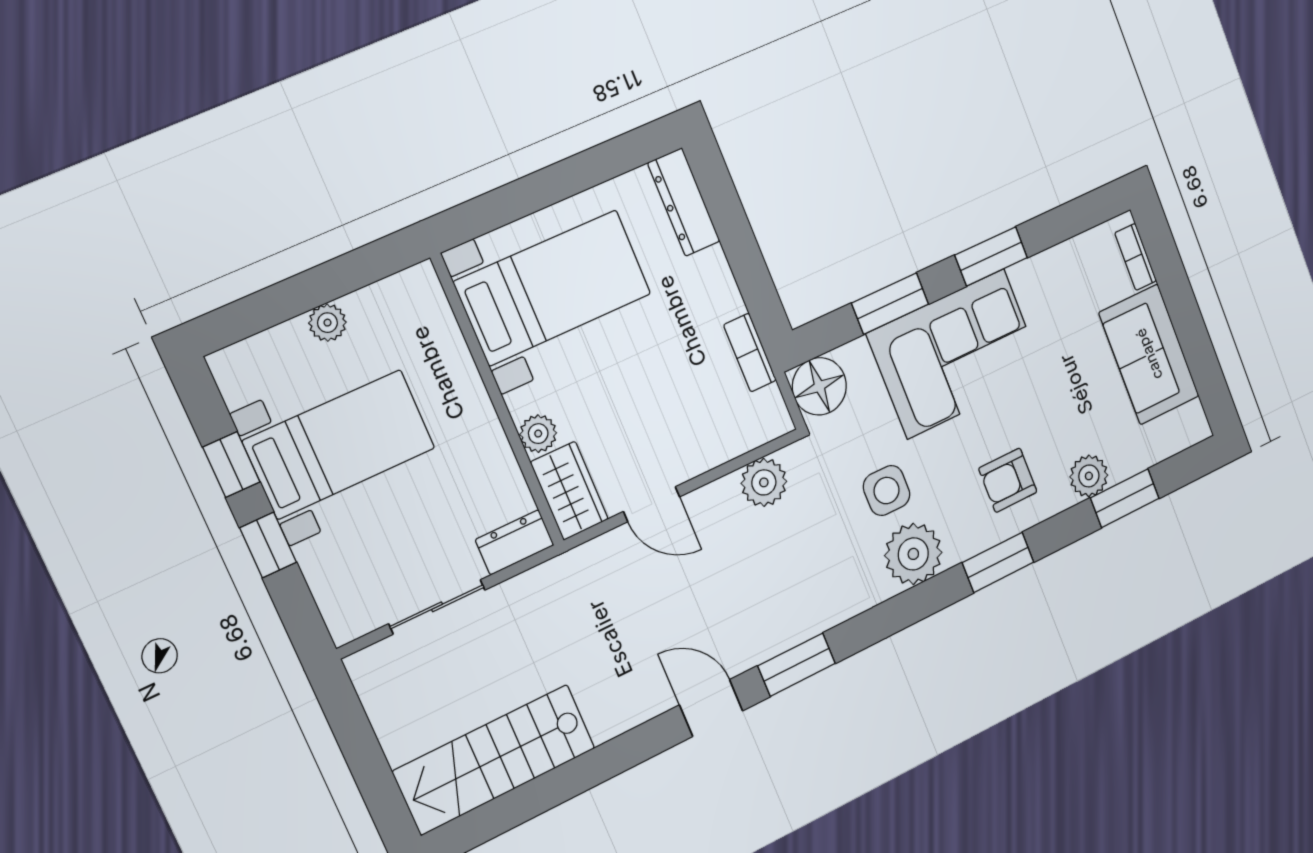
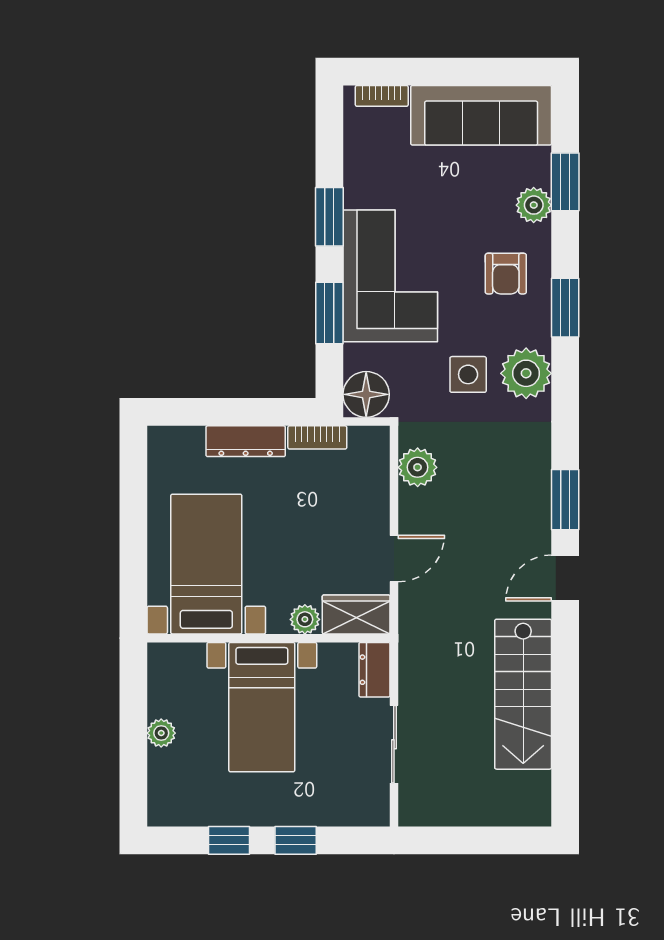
dresser: (684, 202) -> (246, 441), moved
sofa: (1149, 354) -> (481, 115), width x1.36
bed with nightstands: (339, 444) -> (262, 707), moved, turned 180
stairs: (494, 760) -> (523, 694), moved

